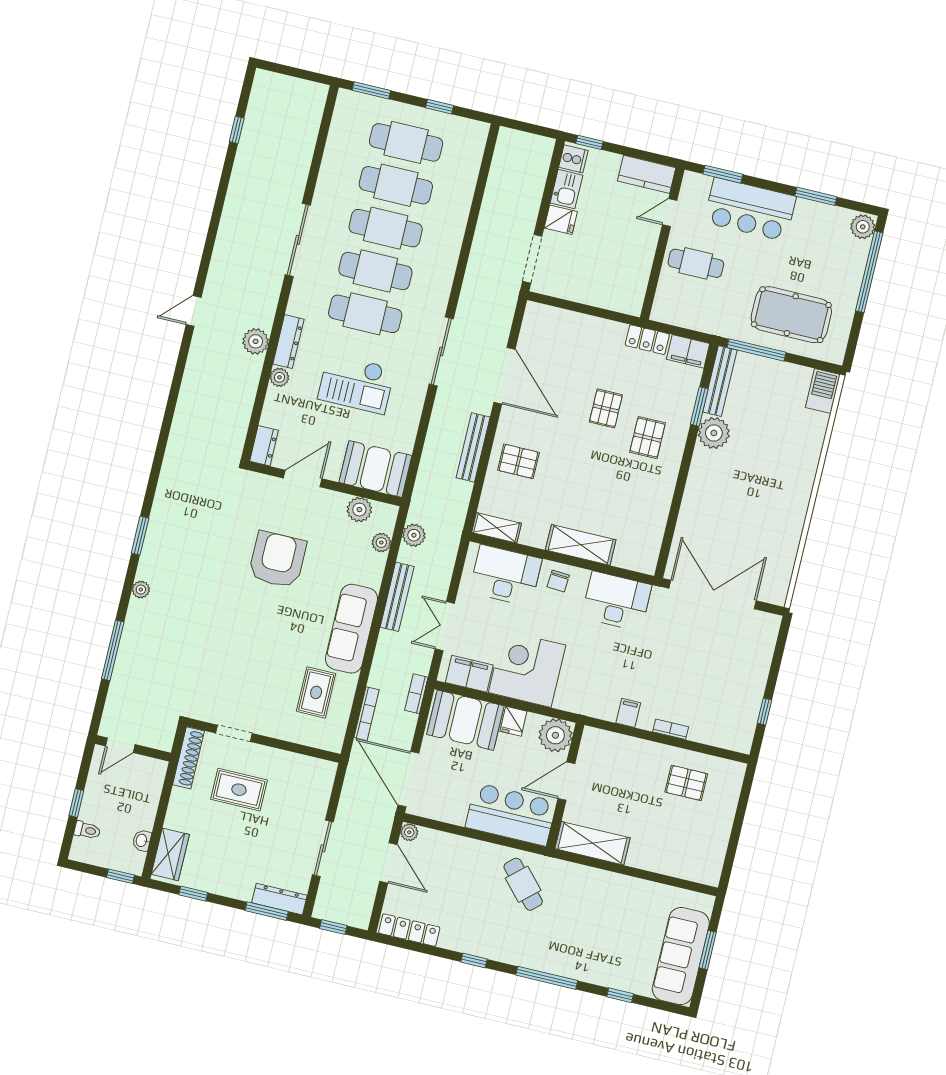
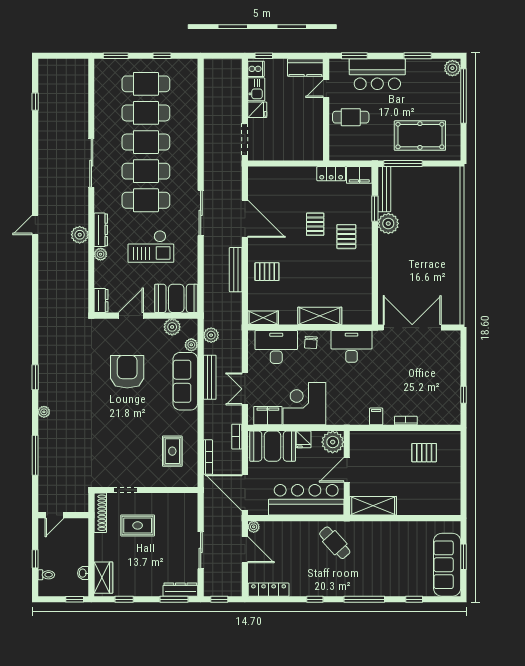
barbecue: (823, 391) -> (452, 180), removed
sofa: (351, 629) -> (185, 381), moved
bar counter: (511, 814) -> (306, 500), width x1.36

